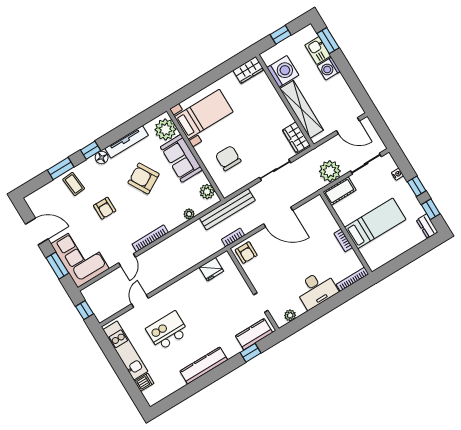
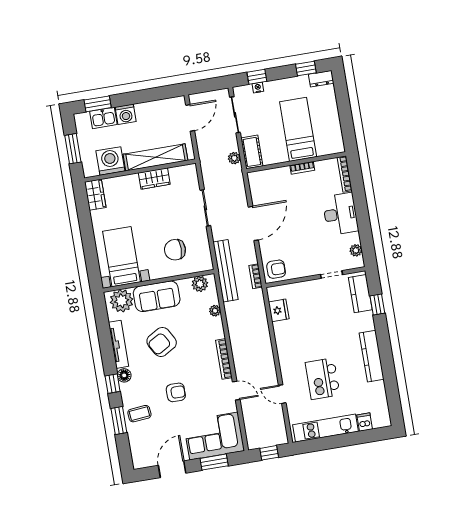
window: (281, 35) -> (73, 149), width x1.50
wardrobe: (296, 137) -> (154, 179), moved
plant: (330, 171) -> (234, 158), width x0.53, depth x0.53
window: (417, 186) -> (257, 77), moved

